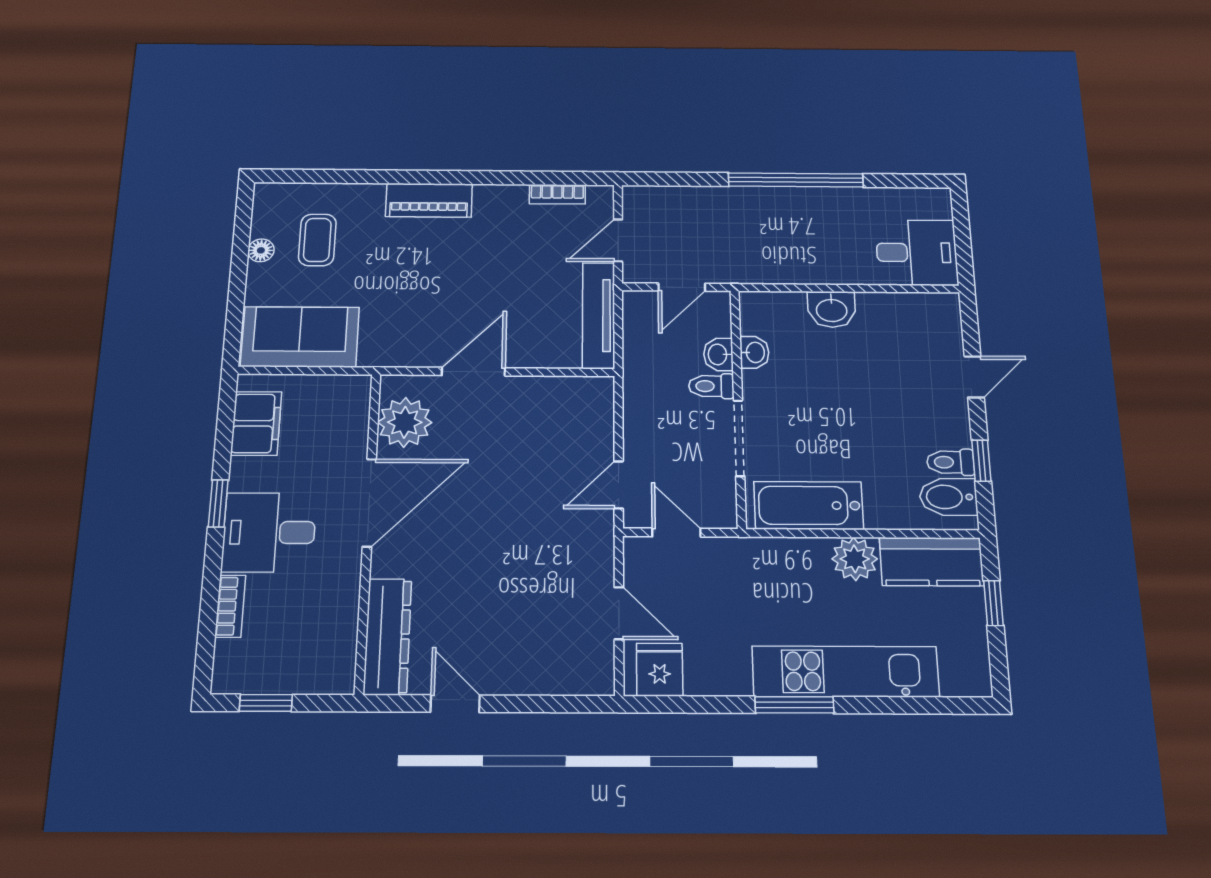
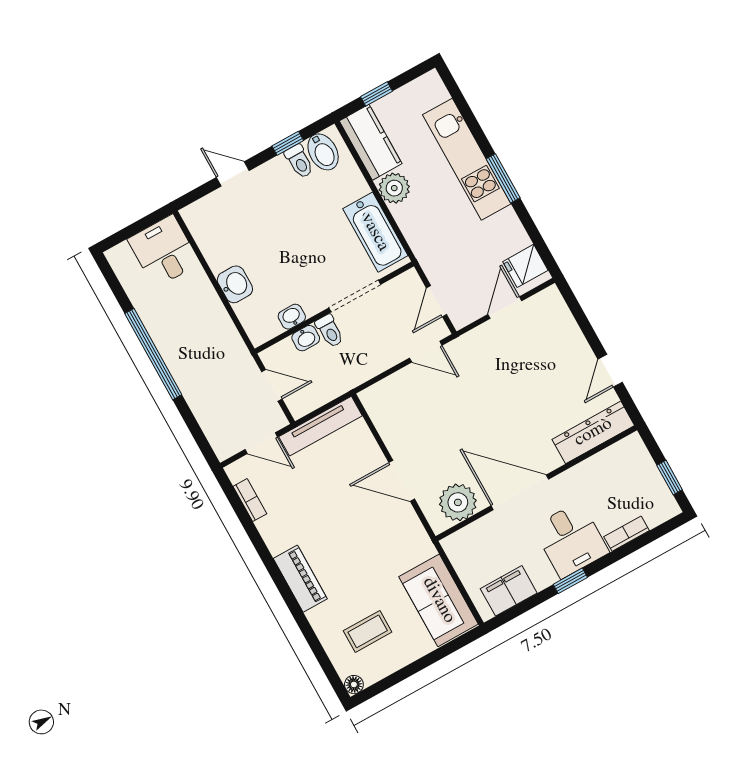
floor lamp: (261, 250) -> (354, 685), moved

